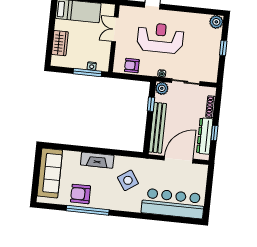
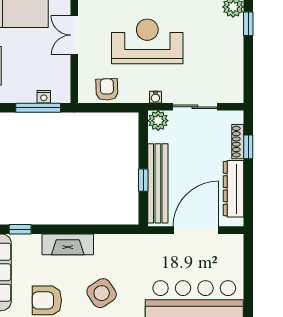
window: (223, 48) -> (248, 24), moved
armchair: (132, 66) -> (107, 89), turned 88
window: (151, 104) -> (143, 180), moved
window: (214, 133) -> (248, 147), moved
window: (68, 148) -> (20, 229), added
side table: (128, 180) -> (102, 293), moved

